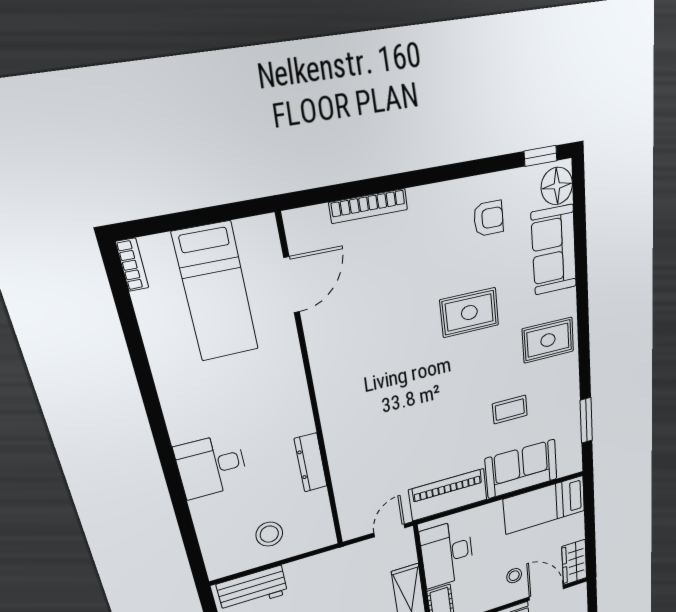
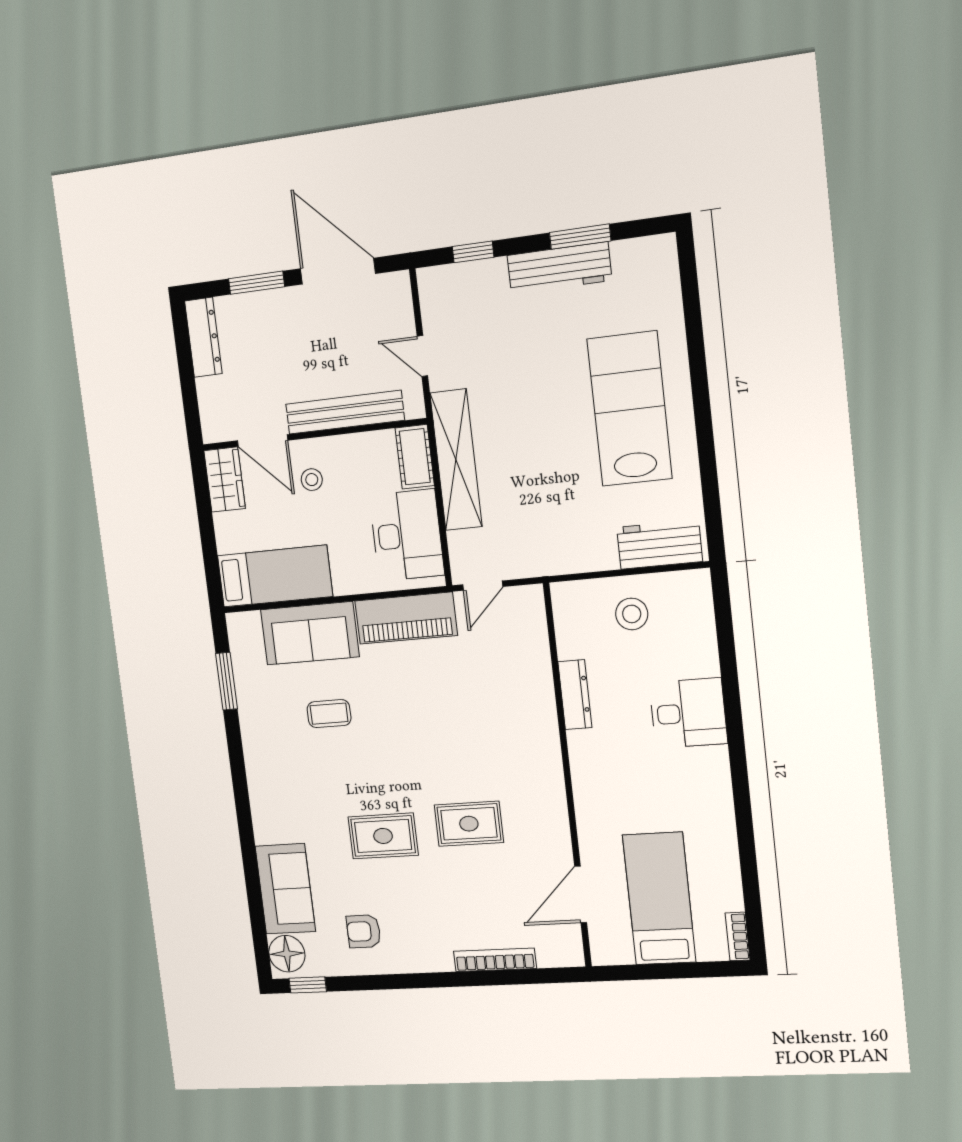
rug: (548, 340) -> (469, 824), moved

